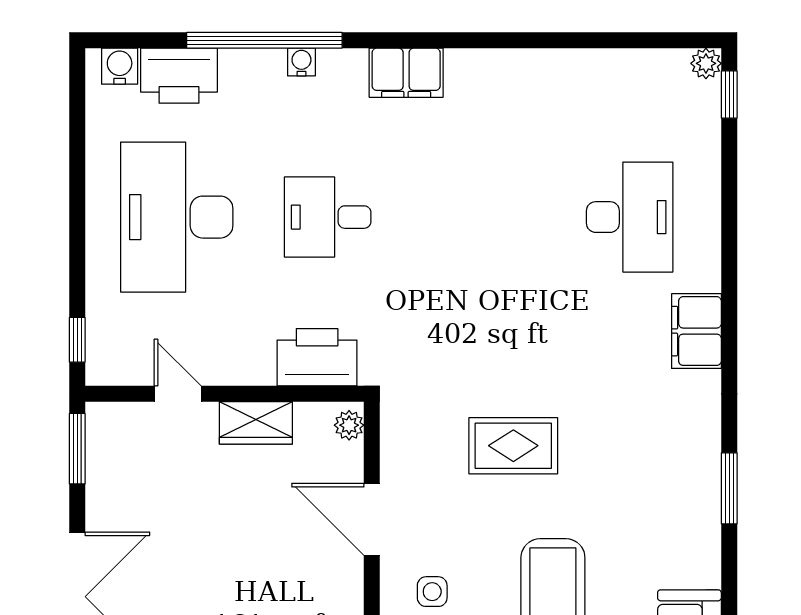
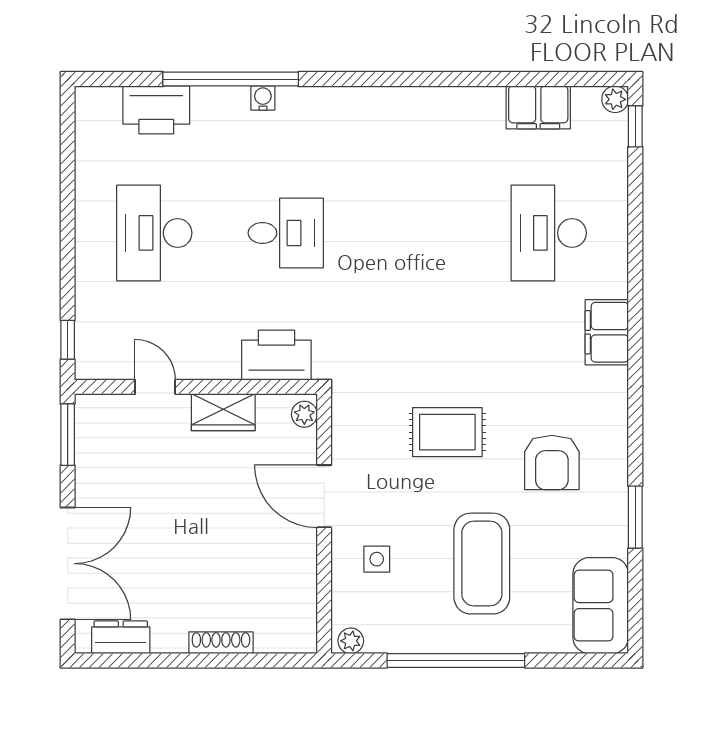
water cooler: (120, 66) -> (105, 102), removed
filing cabinet: (406, 73) -> (538, 107), moved
desk: (177, 217) -> (154, 233), width x0.73, depth x0.77
desk: (328, 217) -> (286, 233), turned 180
desk: (630, 217) -> (549, 233), turned 180
armchair: (633, 481) -> (552, 463), added
window: (729, 488) -> (635, 517), moved

